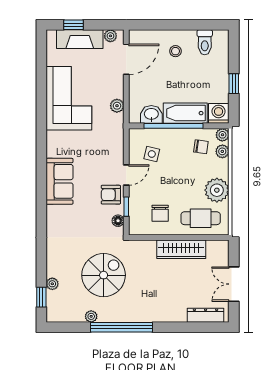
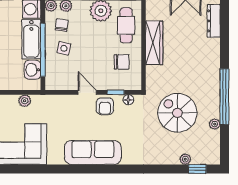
side table: (152, 154) -> (64, 48), moved
sofa: (60, 181) -> (93, 153), width x1.36

